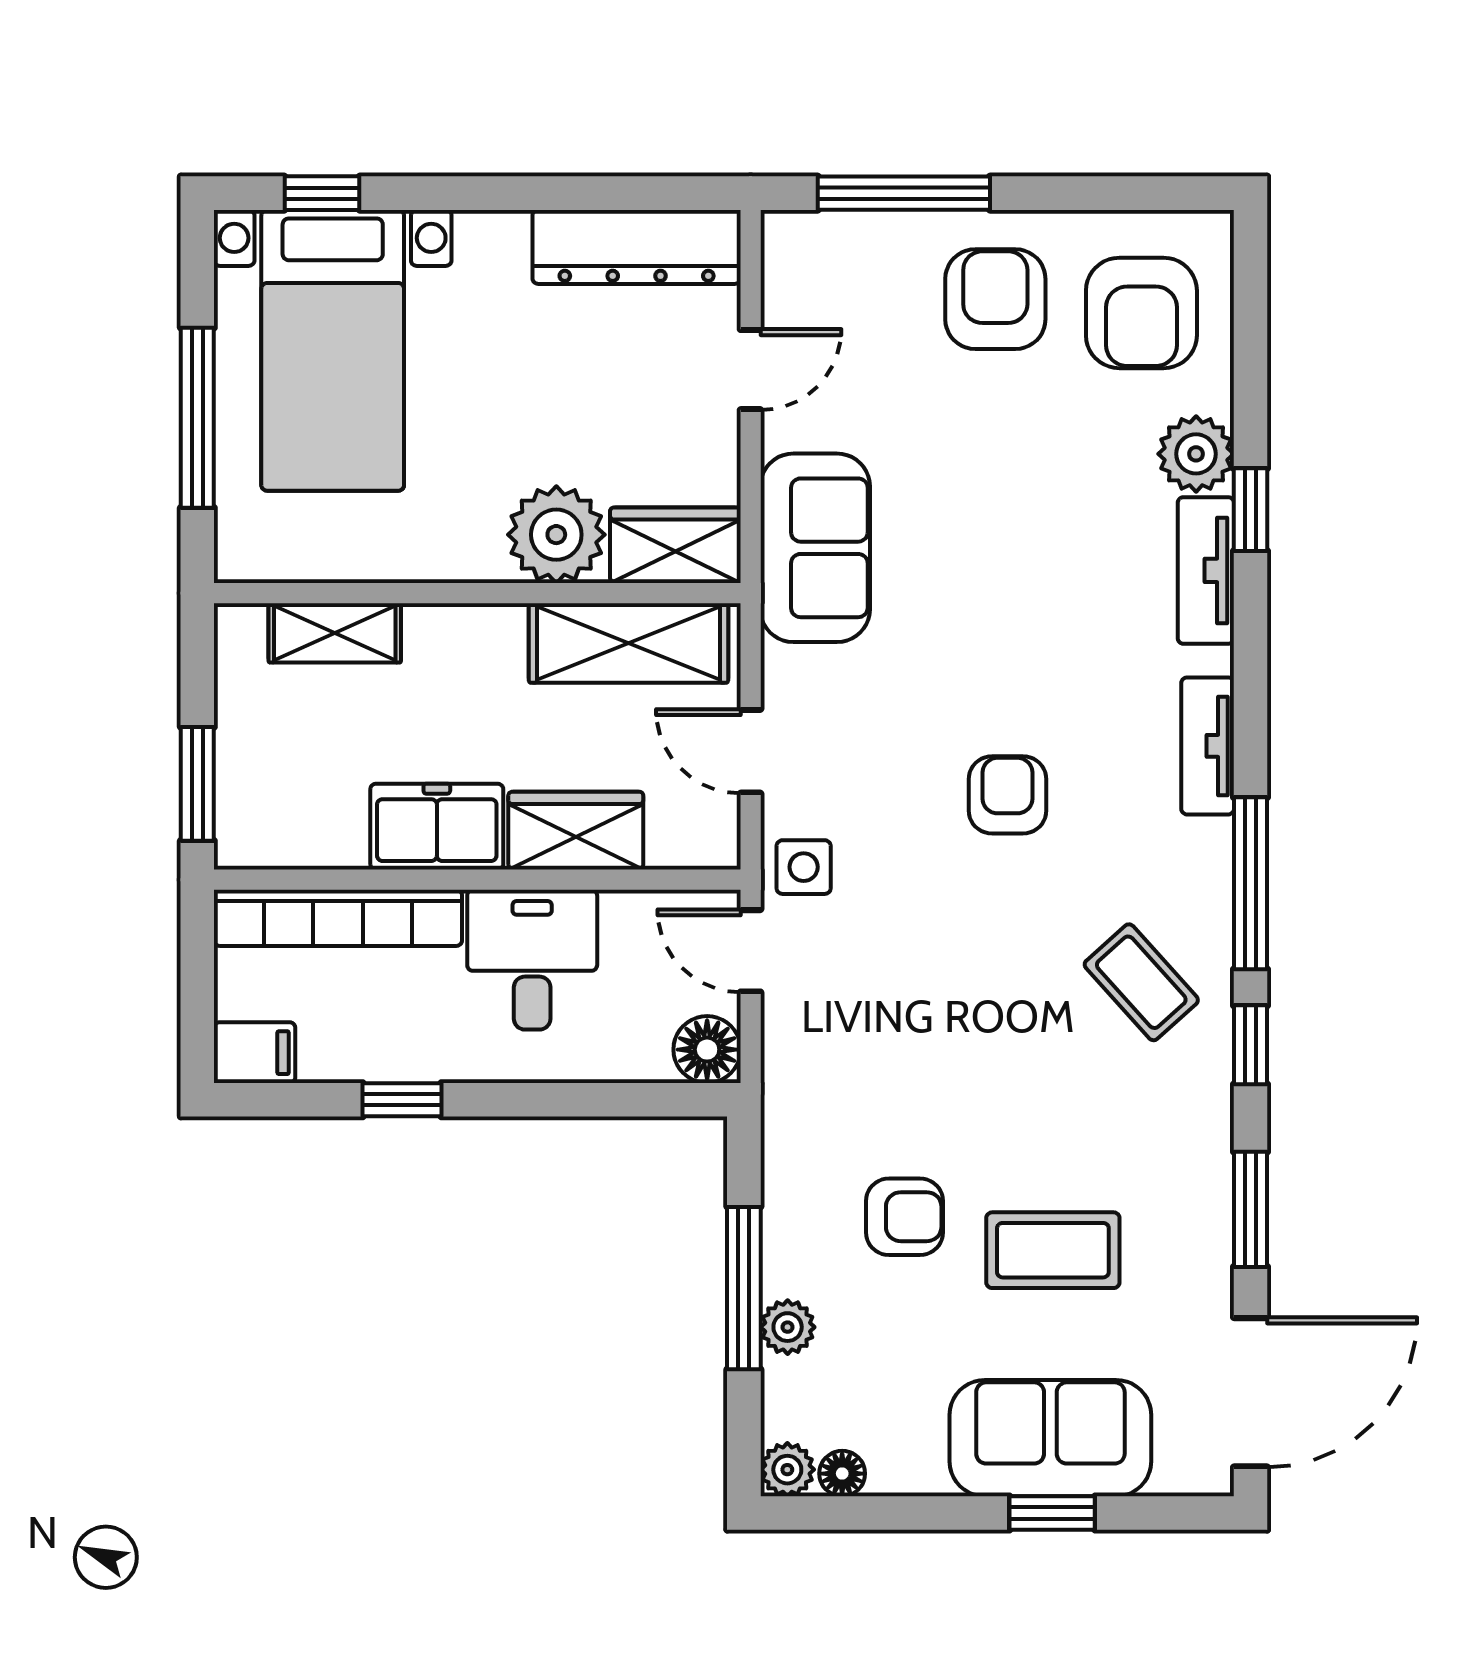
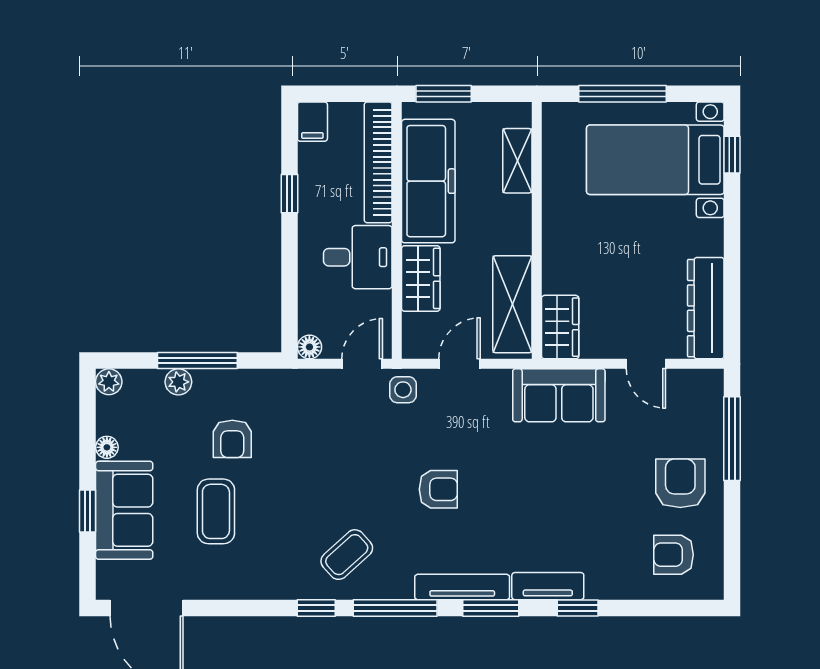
armchair: (995, 299) -> (680, 483), turned -90
armchair: (1141, 313) -> (674, 555), width x0.72, depth x0.72
plant: (1196, 454) -> (605, 581), removed
plant: (556, 535) -> (565, 269), removed
tv unit: (1208, 746) -> (462, 587), width x1.41
freezer: (437, 827) -> (428, 181), width x1.91, depth x1.26
floor lamp: (707, 1050) -> (309, 347), width x0.73, depth x0.73
window: (1251, 1209) -> (491, 608), moved
floor lamp: (842, 1474) -> (107, 447), moved

